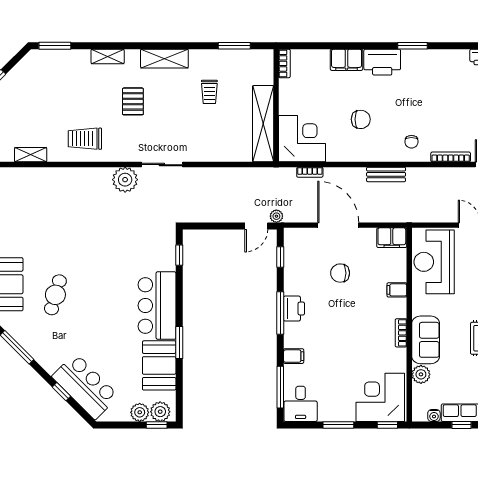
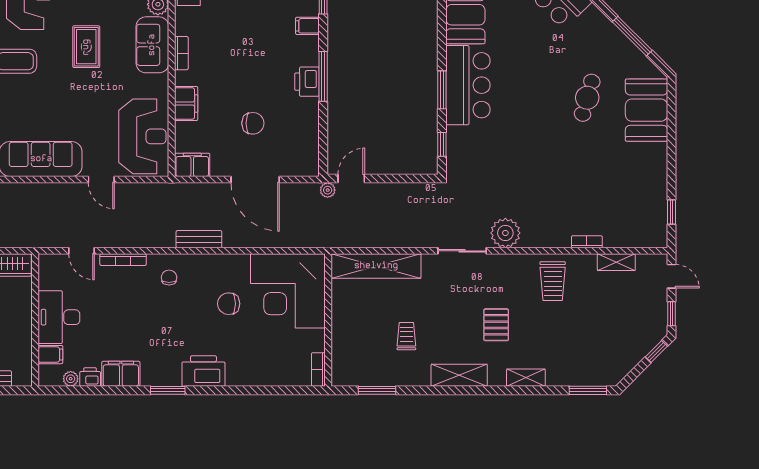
filing cabinet: (347, 60) -> (121, 374), moved
shelving: (263, 124) -> (376, 266), moved, turned 90
trolley: (85, 139) -> (553, 281), turned 90
corner desk: (302, 139) -> (288, 291), width x1.36, depth x1.36
bookcase: (310, 172) -> (587, 242), moved
window: (280, 257) -> (323, 142), removed
filing cabinet: (397, 290) -> (186, 103), width x2.00
window: (179, 342) -> (442, 90), moved

